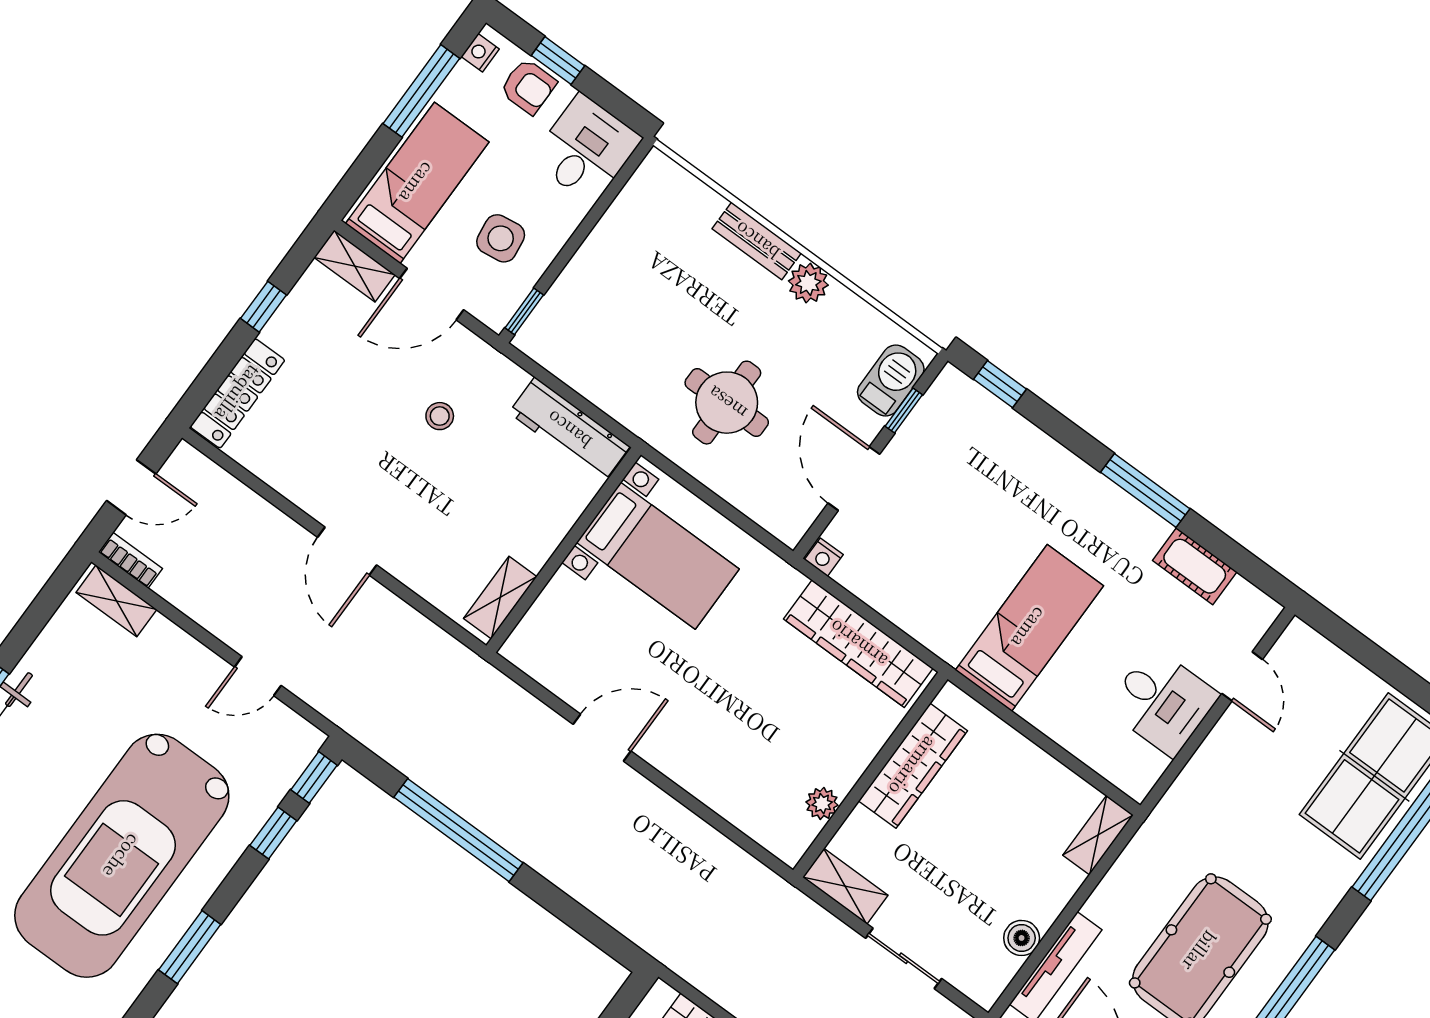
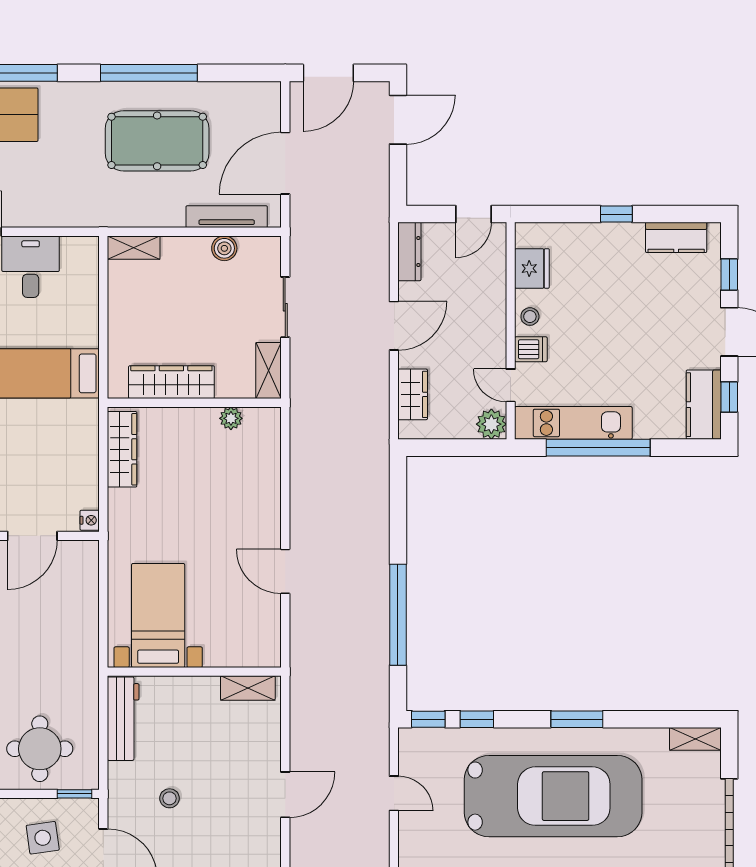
round table: (727, 403) -> (40, 749), moved
wardrobe: (858, 644) -> (122, 449), width x0.71, depth x0.85

